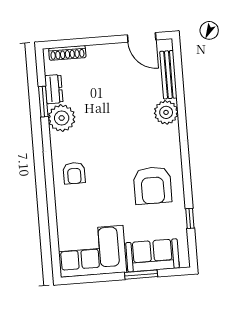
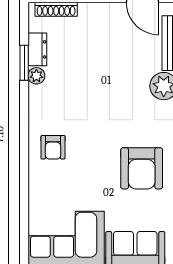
plant: (62, 118) -> (36, 76), width x0.53, depth x0.53

